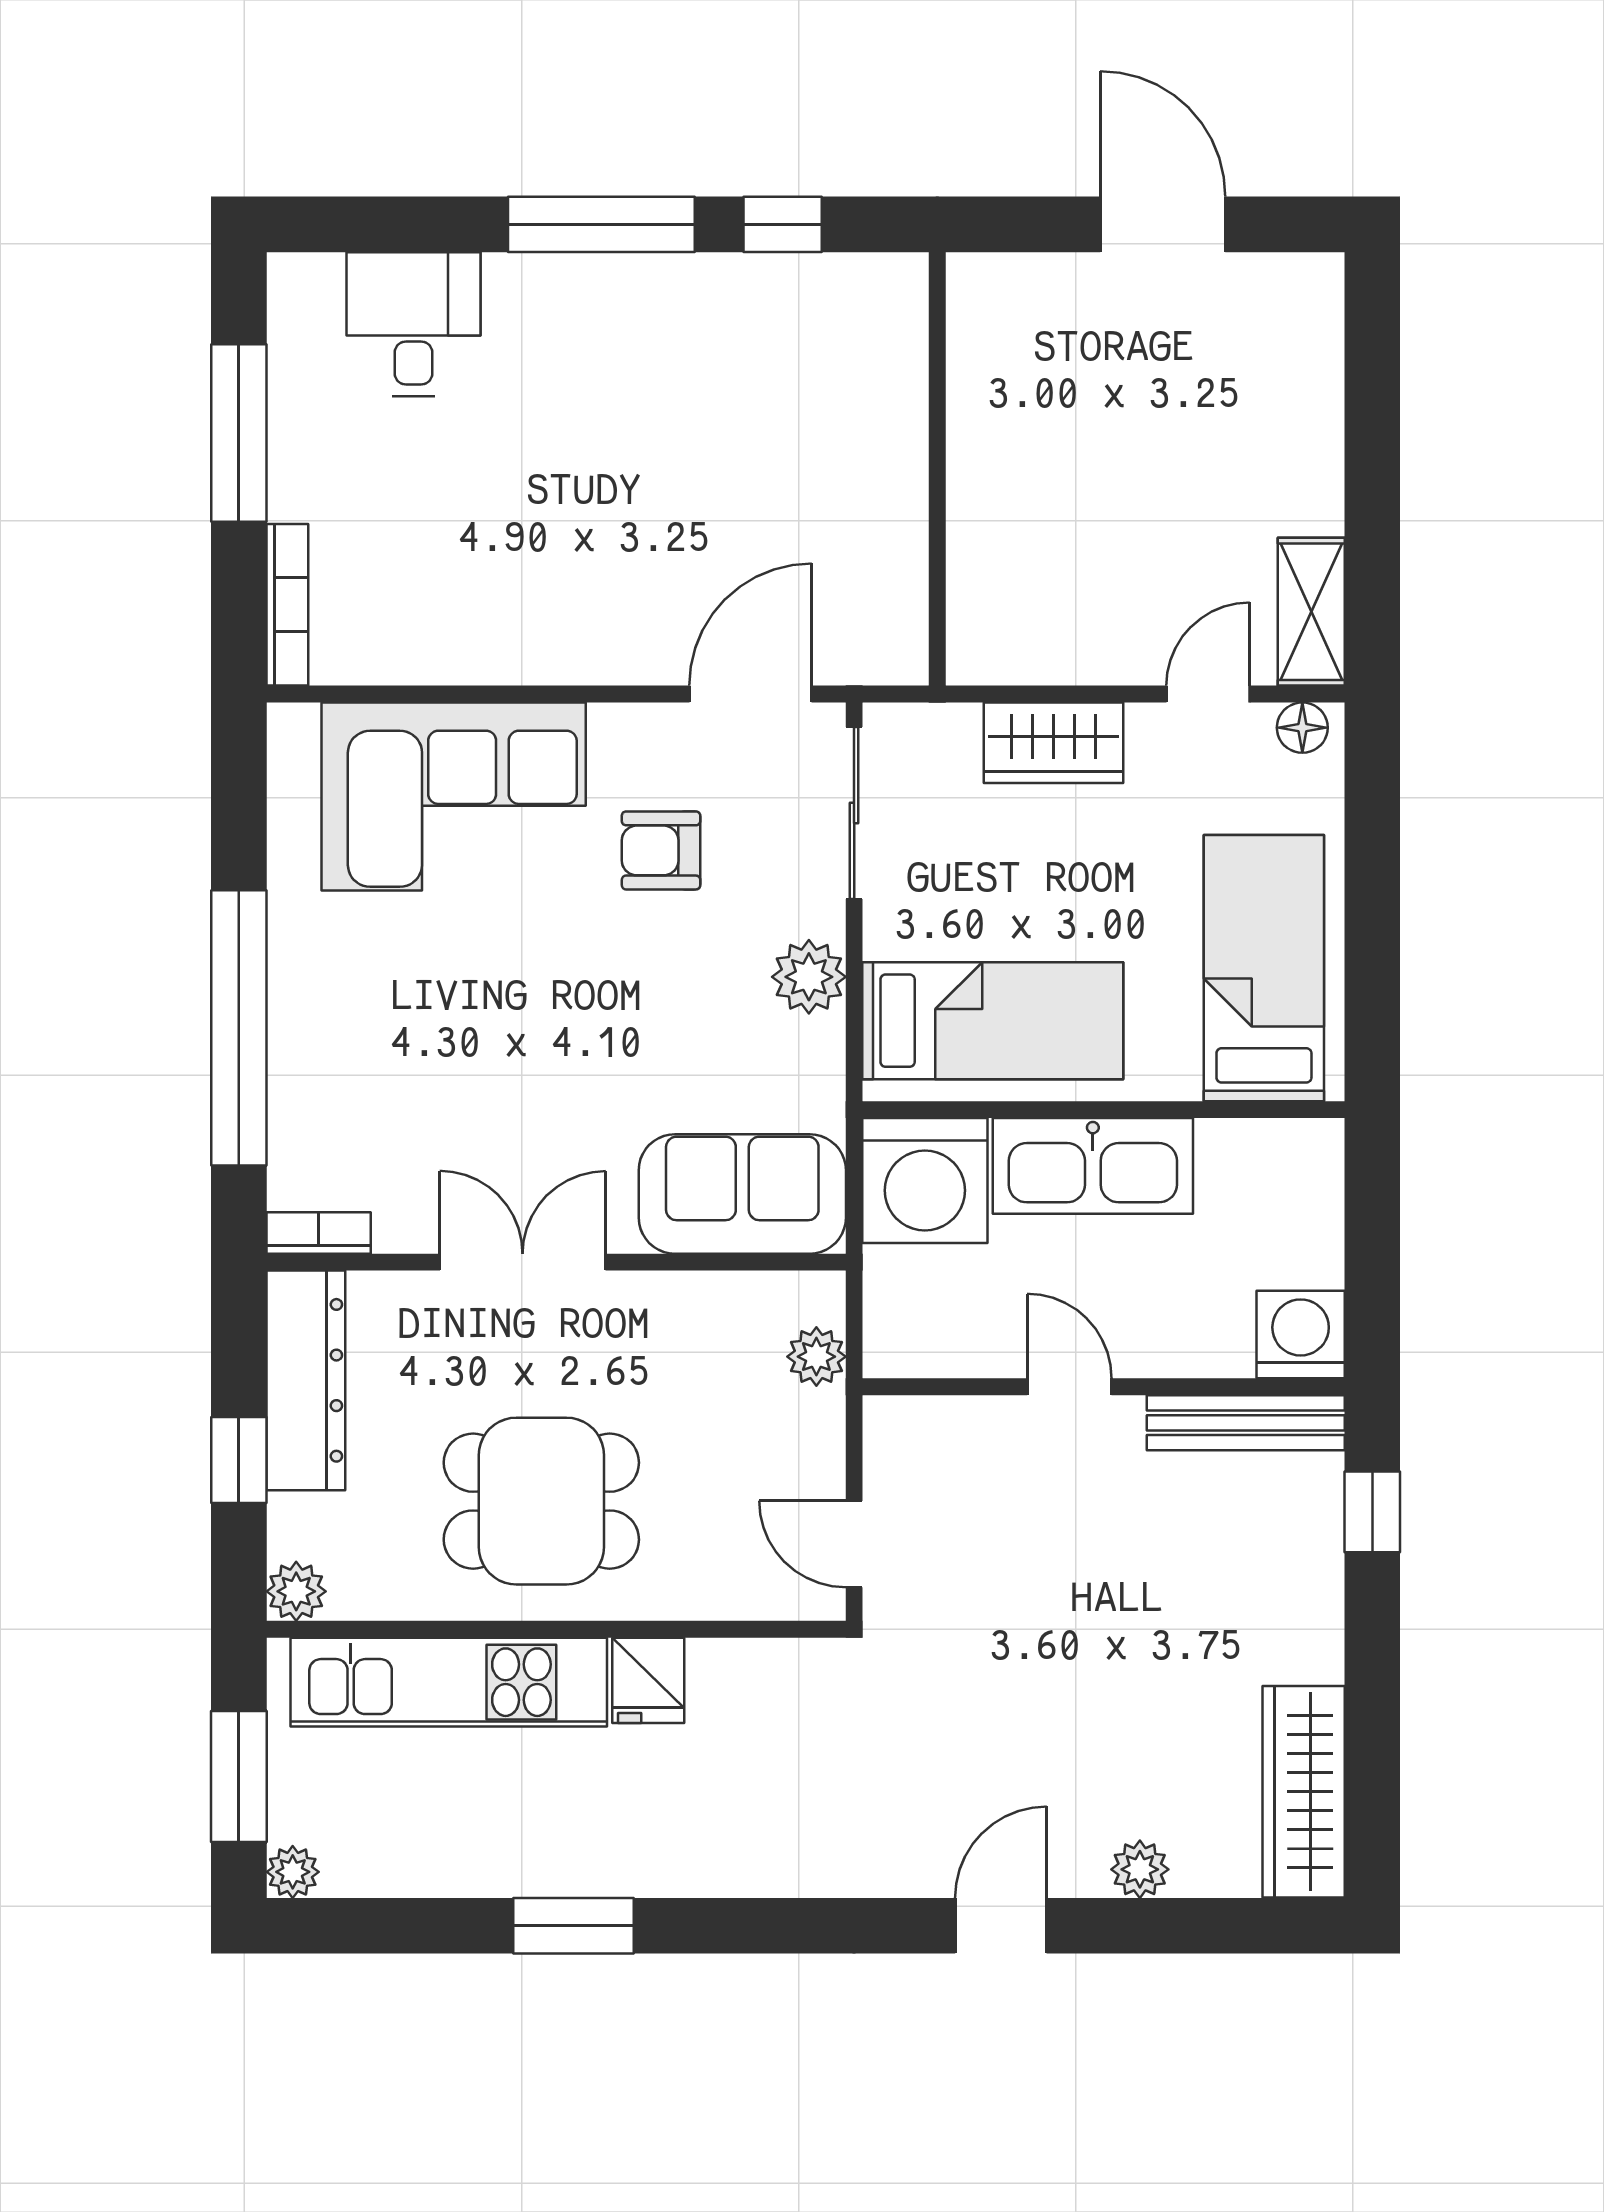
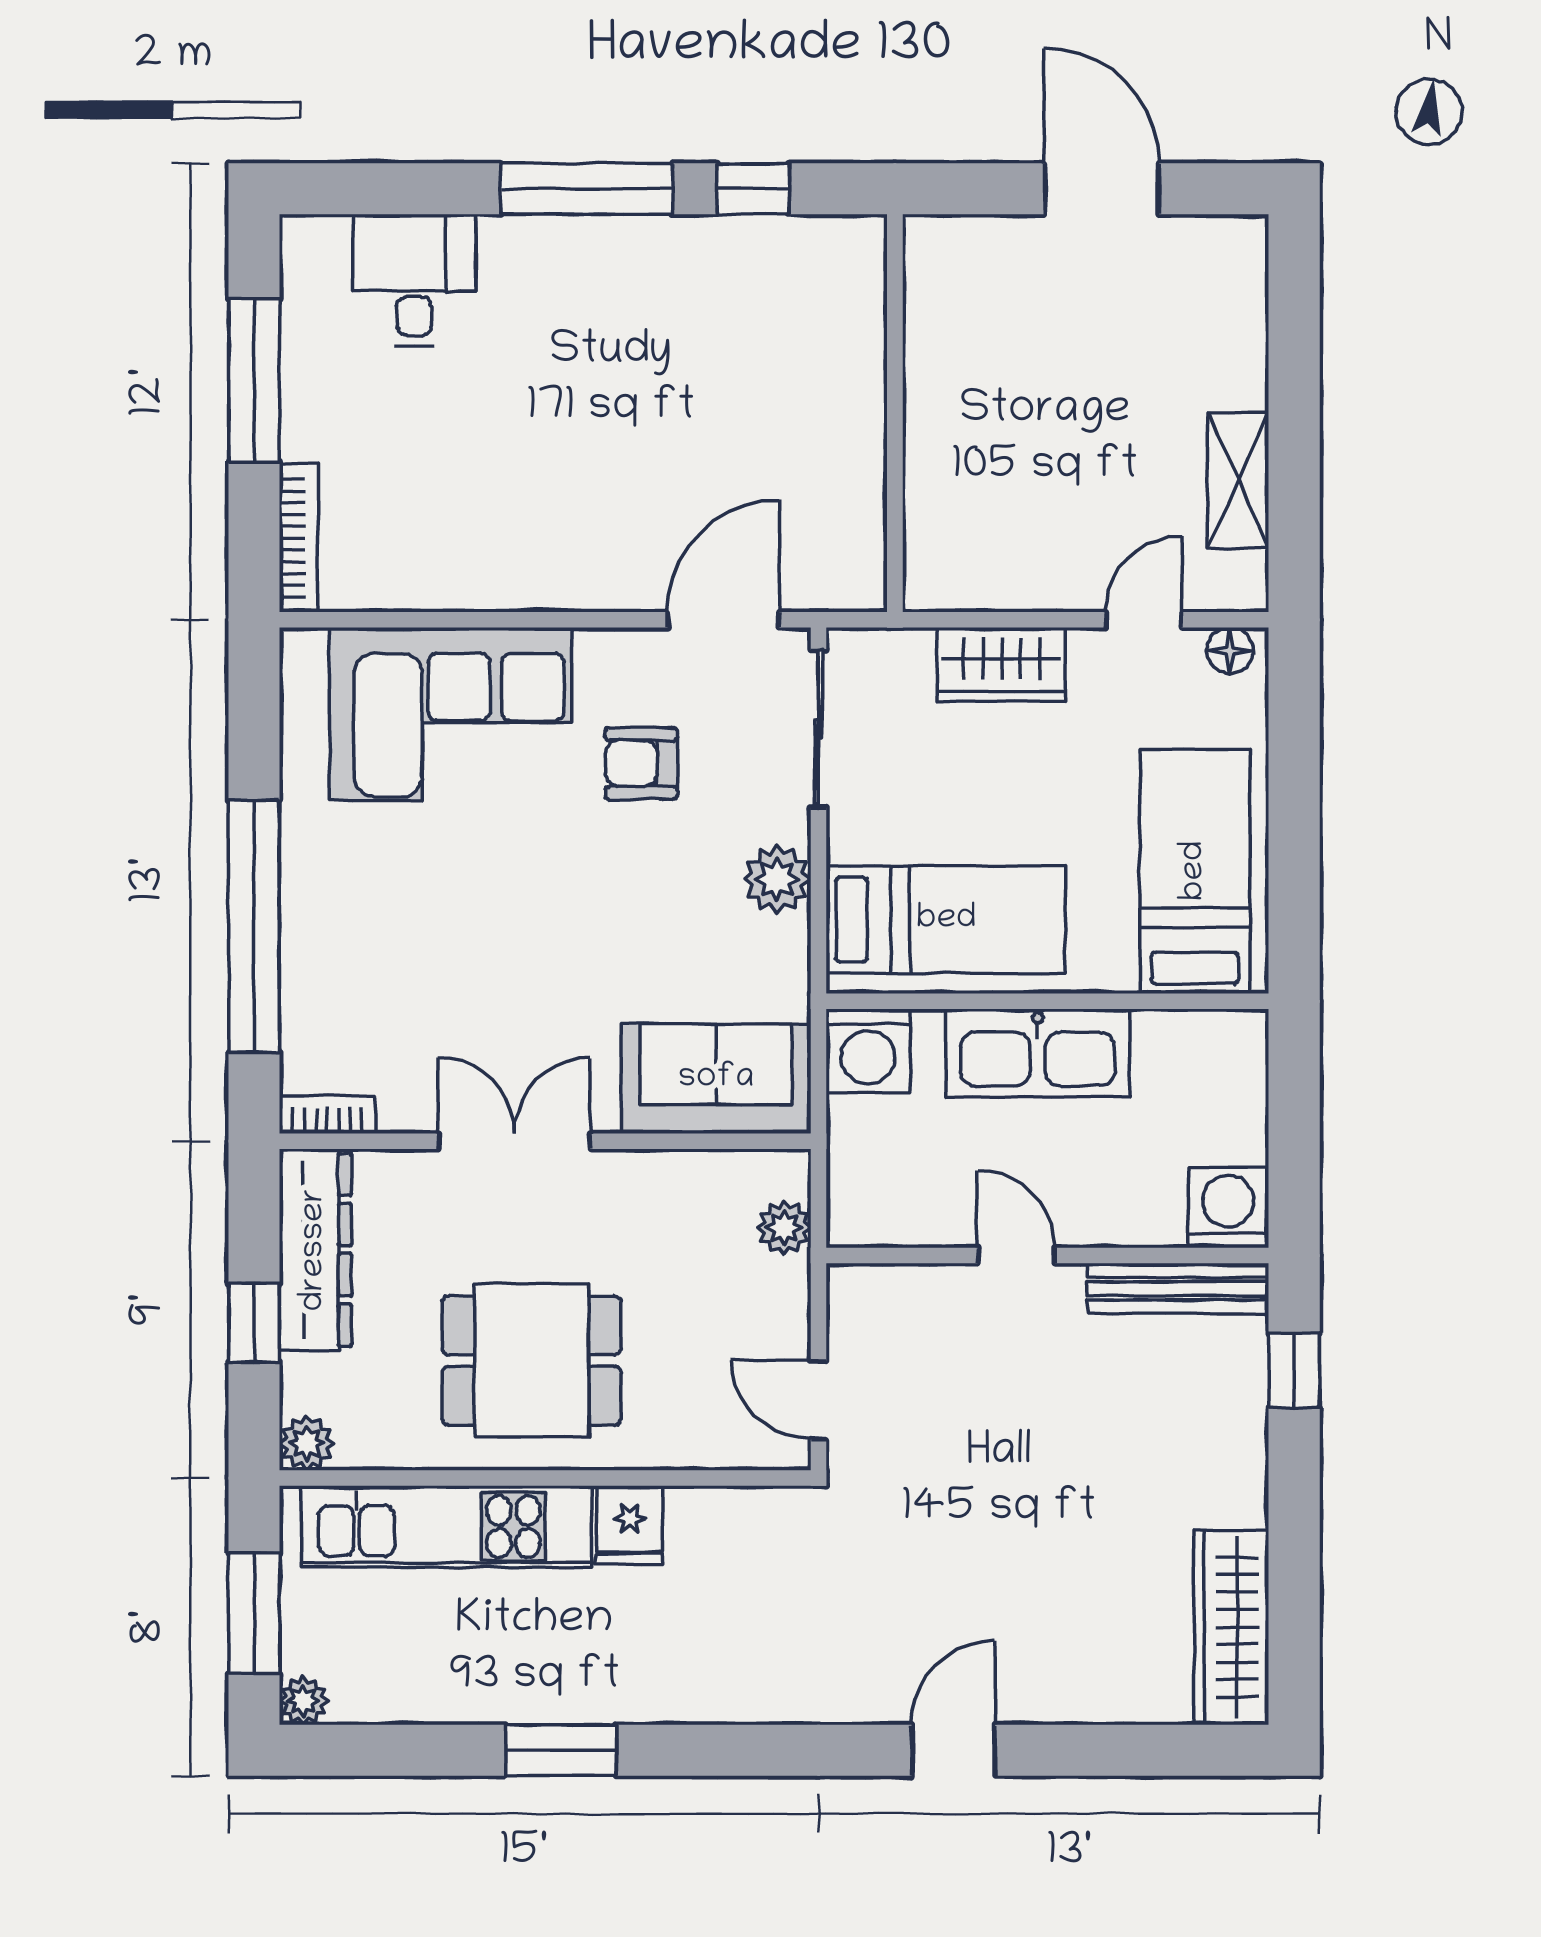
shelving: (1311, 612) -> (1238, 480), moved
washing machine: (925, 1180) -> (868, 1051), width x0.73, depth x0.73
plant: (1140, 1869) -> (1081, 1698), removed

